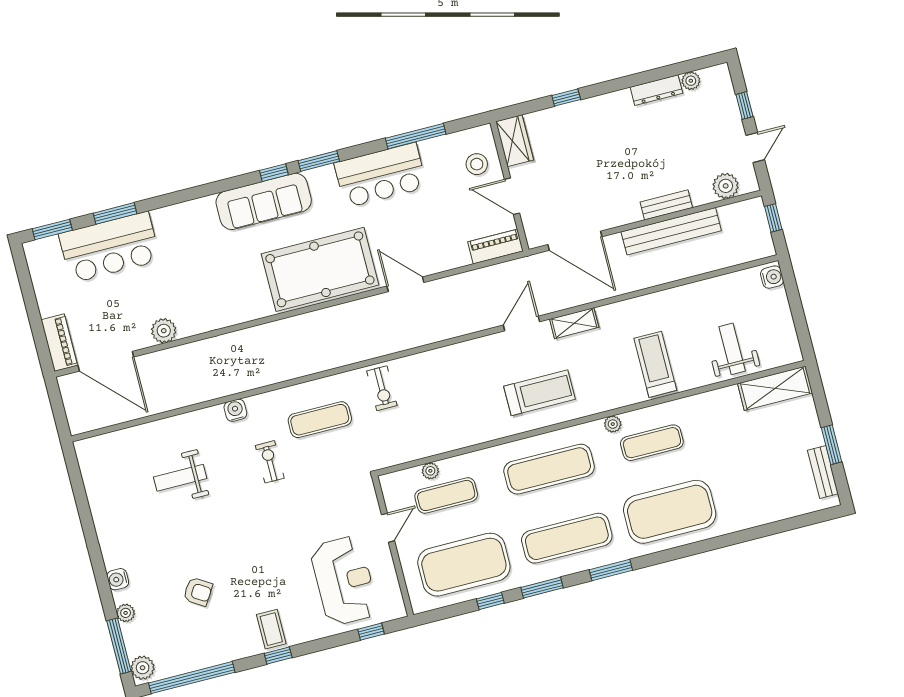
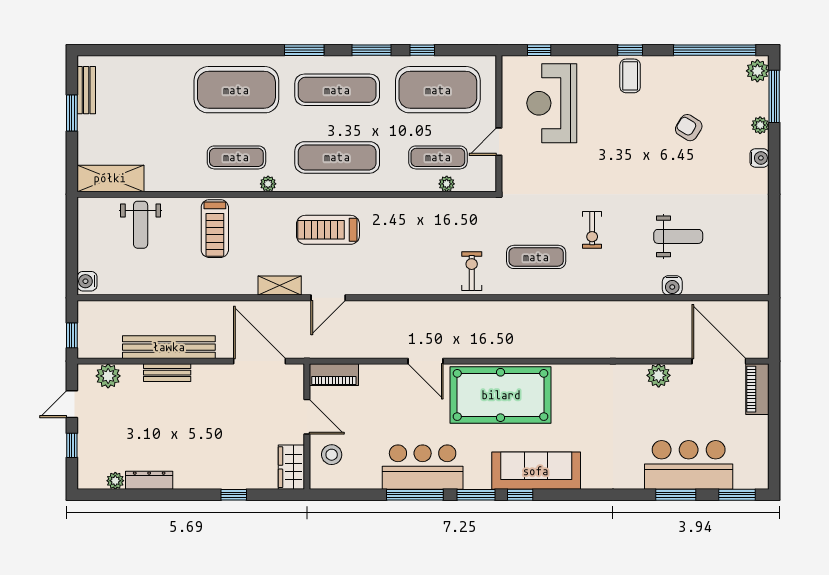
window: (416, 136) -> (415, 495), moved
water cooler: (235, 410) -> (672, 285), moved

